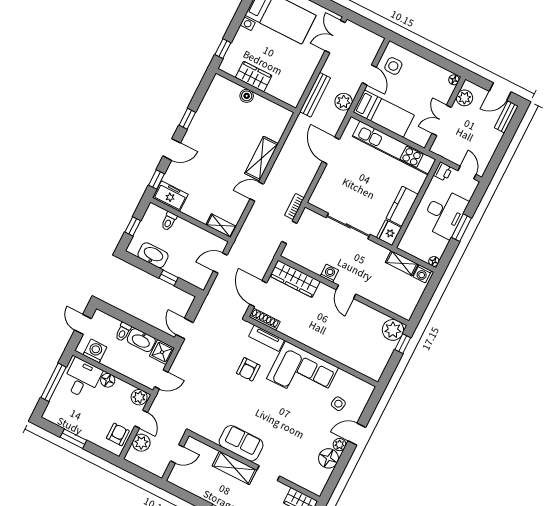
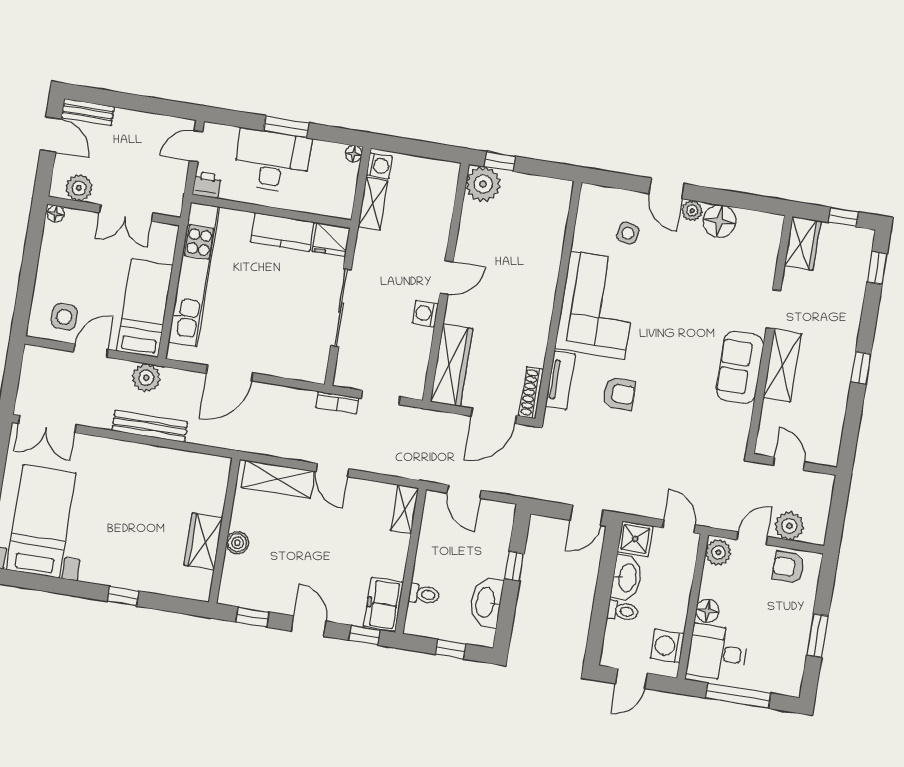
wardrobe: (254, 77) -> (203, 541), moved
wall: (256, 91) -> (224, 531), moved
boiler: (247, 96) -> (237, 543), moved

